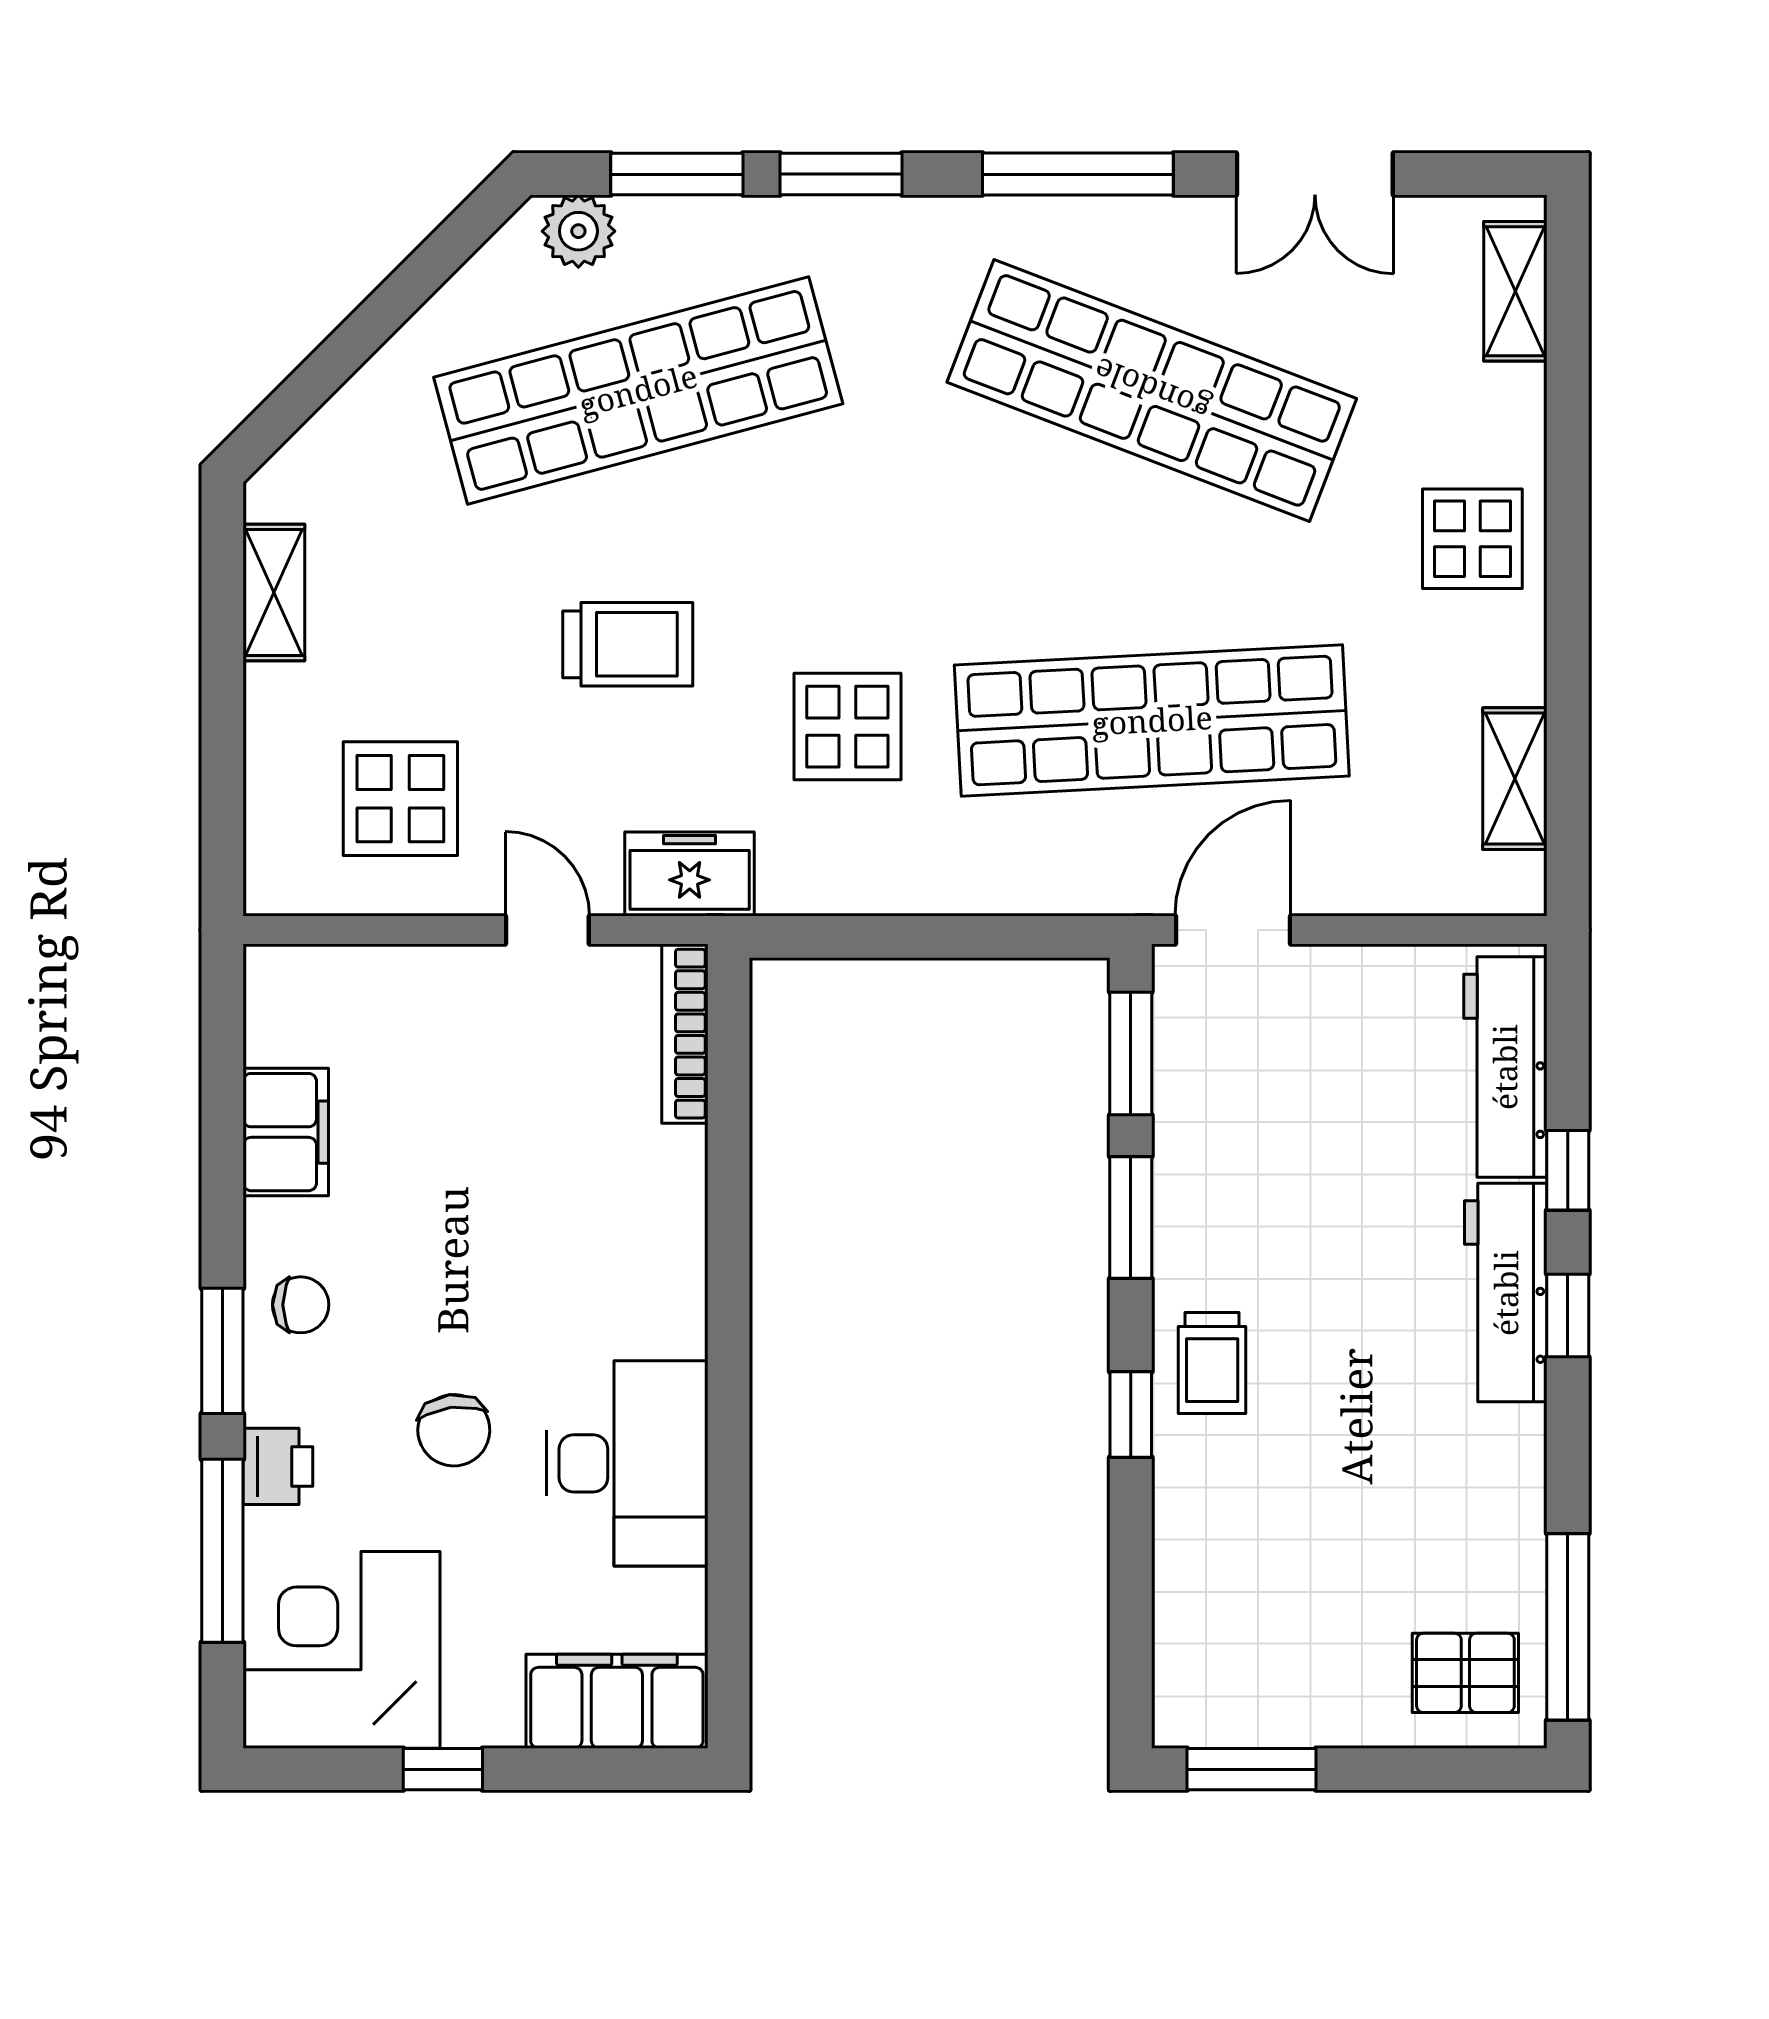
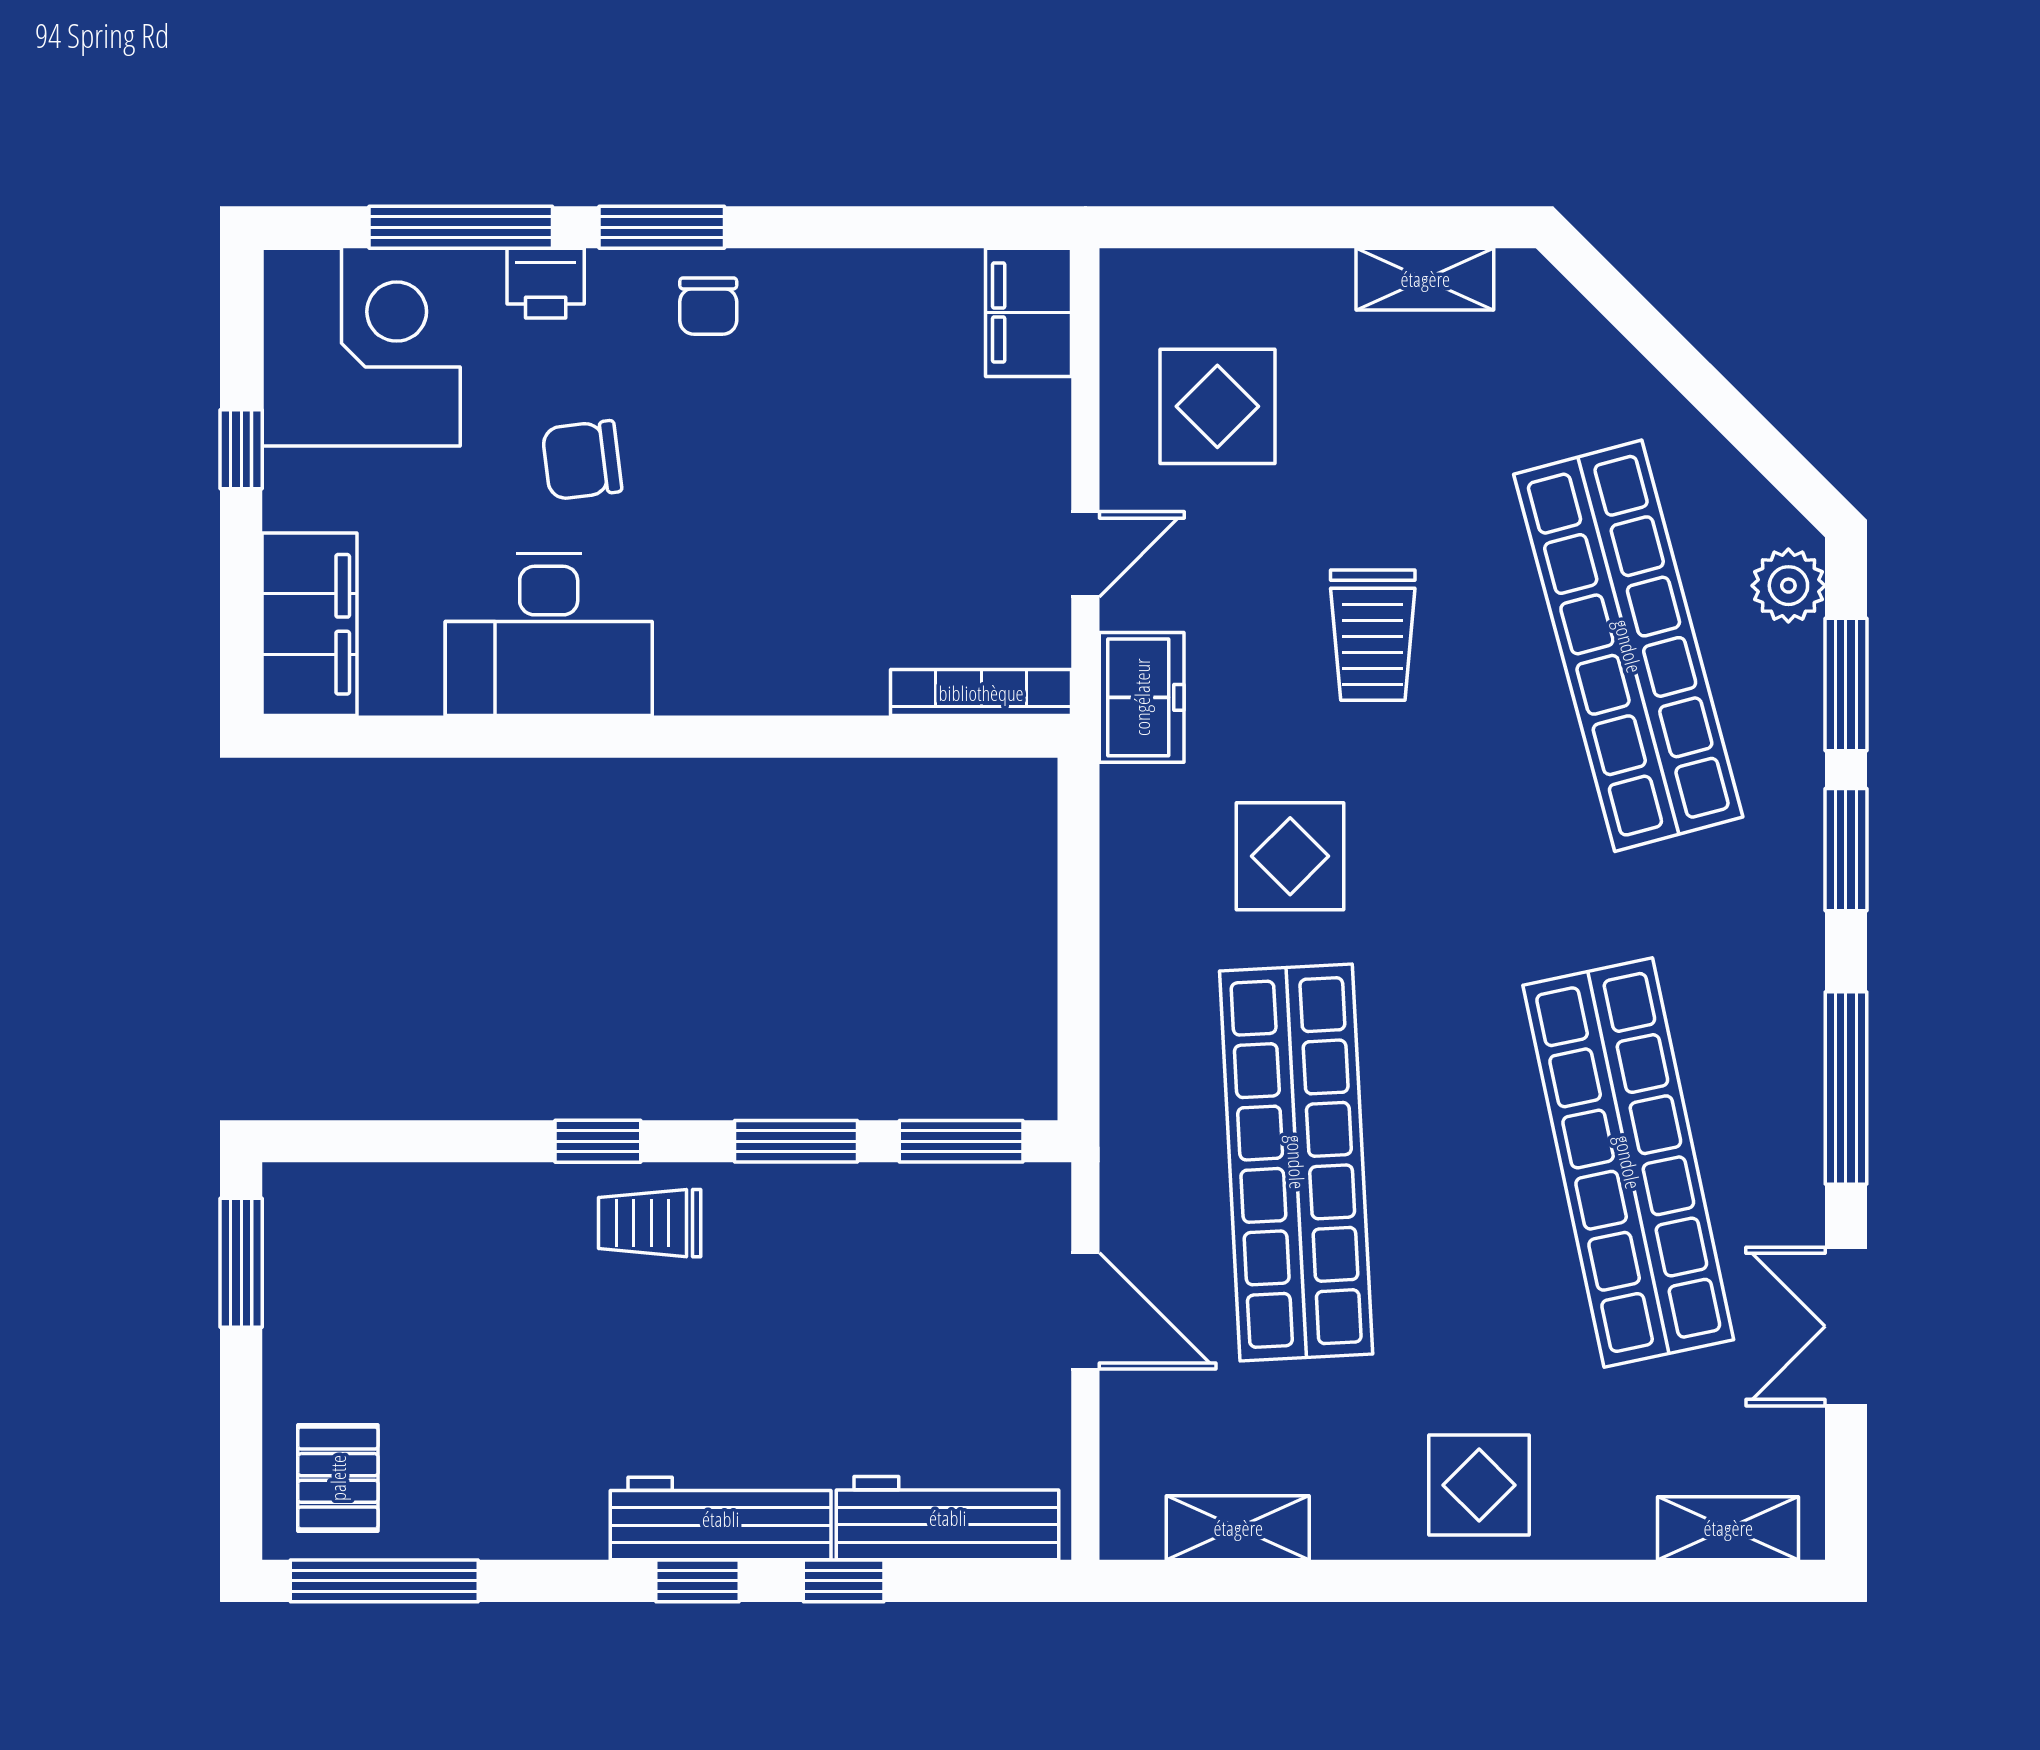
shop shelf: (1152, 390) -> (1628, 1162), turned -33
door: (1233, 930) -> (1085, 1311), moved
filing cabinet: (286, 1132) -> (1029, 312), moved, turned 90

